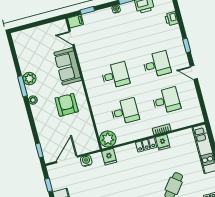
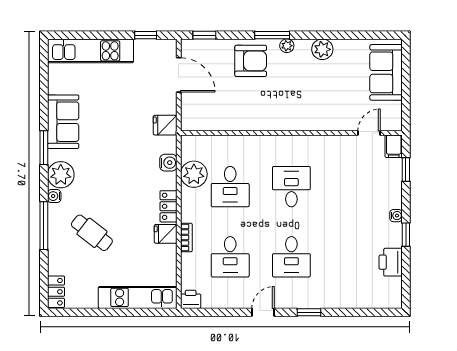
printer: (171, 19) -> (191, 299), moved
sofa: (68, 66) -> (386, 72), moved, turned -90
desk: (115, 75) -> (291, 187), turned 180
window: (22, 86) -> (272, 35), moved
armchair: (67, 105) -> (251, 61), moved
plant: (108, 139) -> (194, 174), moved
fridge: (109, 157) -> (165, 125), moved
water cooler: (86, 161) -> (168, 163), moved

